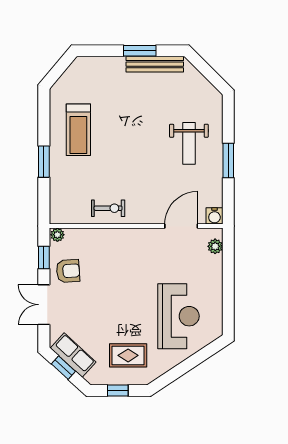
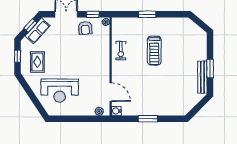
treadmill: (78, 130) -> (154, 51), moved, turned -90
weight bench: (189, 143) -> (158, 97), removed

